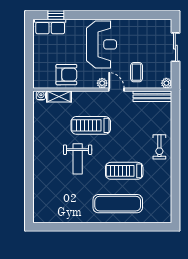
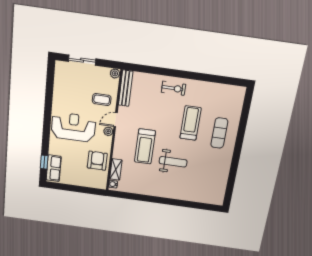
treadmill: (124, 171) -> (191, 123), turned 180
exercise mat: (118, 204) -> (219, 133), width x0.73, depth x0.69

